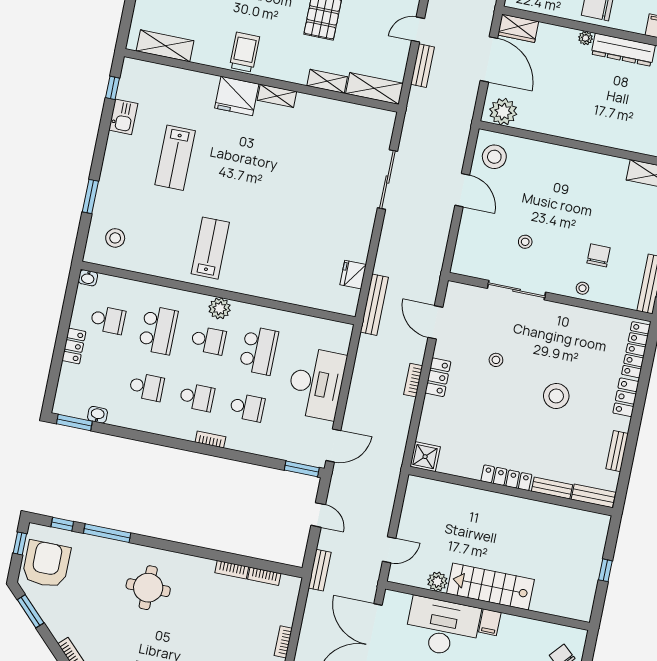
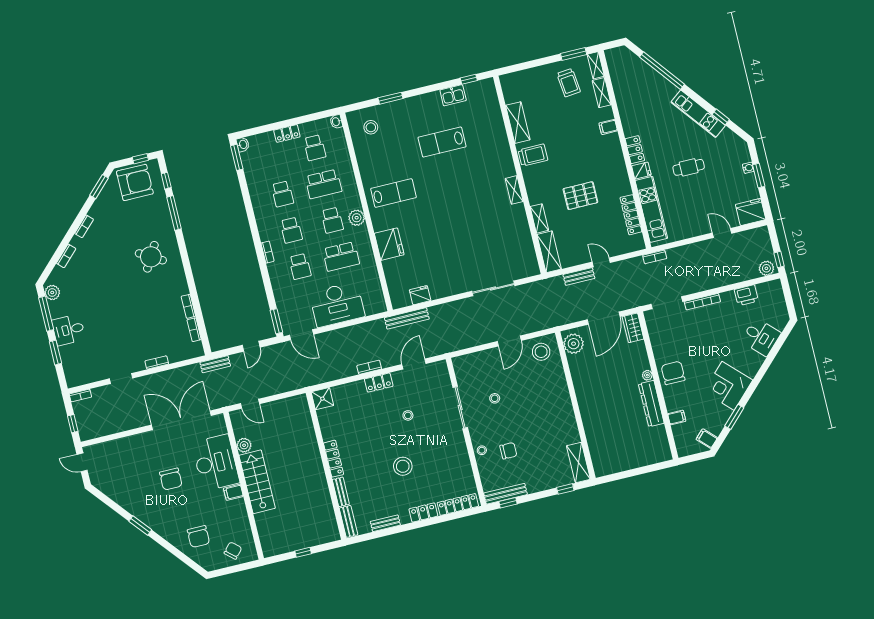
shelving: (165, 46) -> (518, 123), moved
fridge: (237, 96) -> (389, 244), moved, turned 180
washbasin: (97, 415) -> (243, 144), moved
round table: (148, 588) -> (151, 257), turned 30

